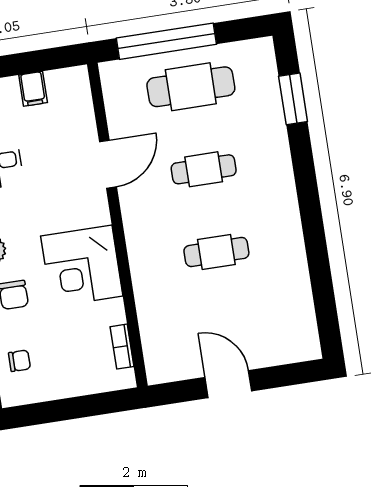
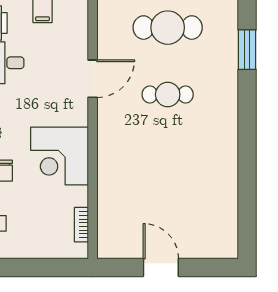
cafe table: (216, 252) -> (168, 161), removed

